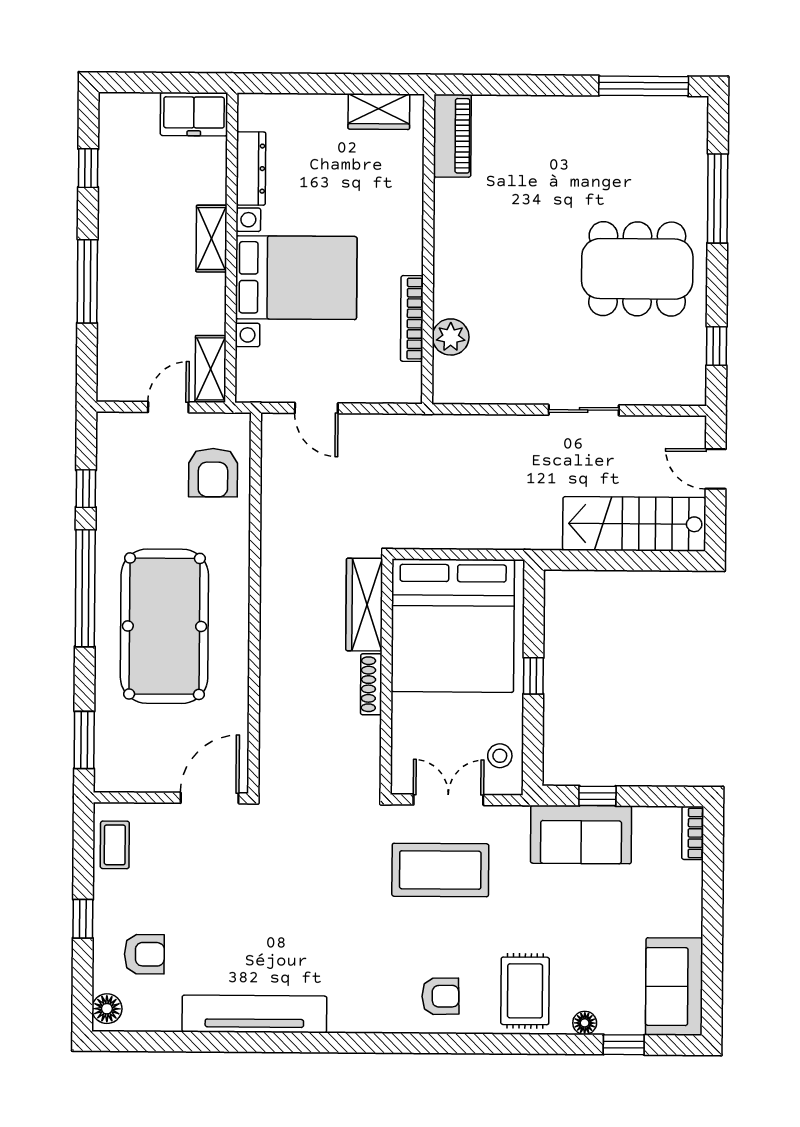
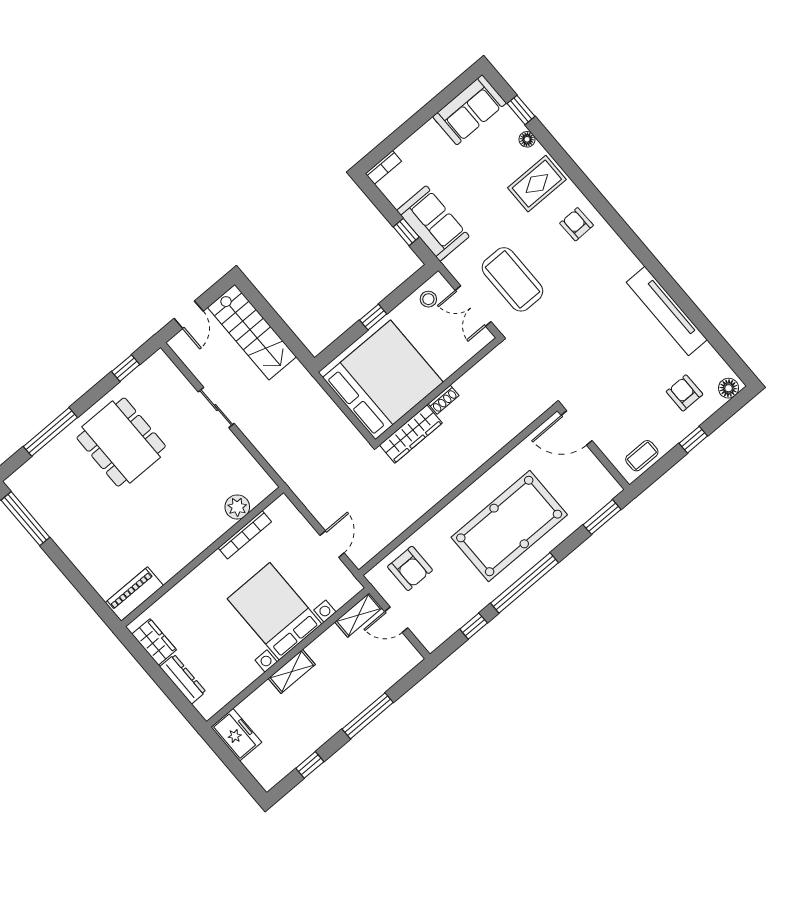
dresser: (251, 169) -> (183, 679), moved, turned 90
armchair: (213, 473) -> (410, 568), turned 90
shoe rack: (371, 684) -> (444, 400), width x0.70

